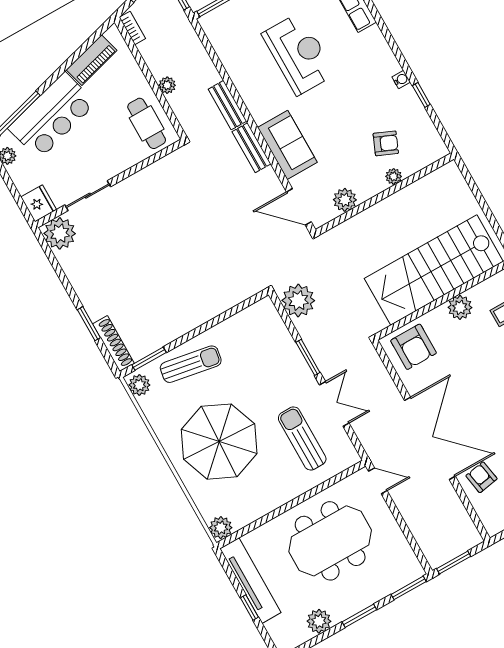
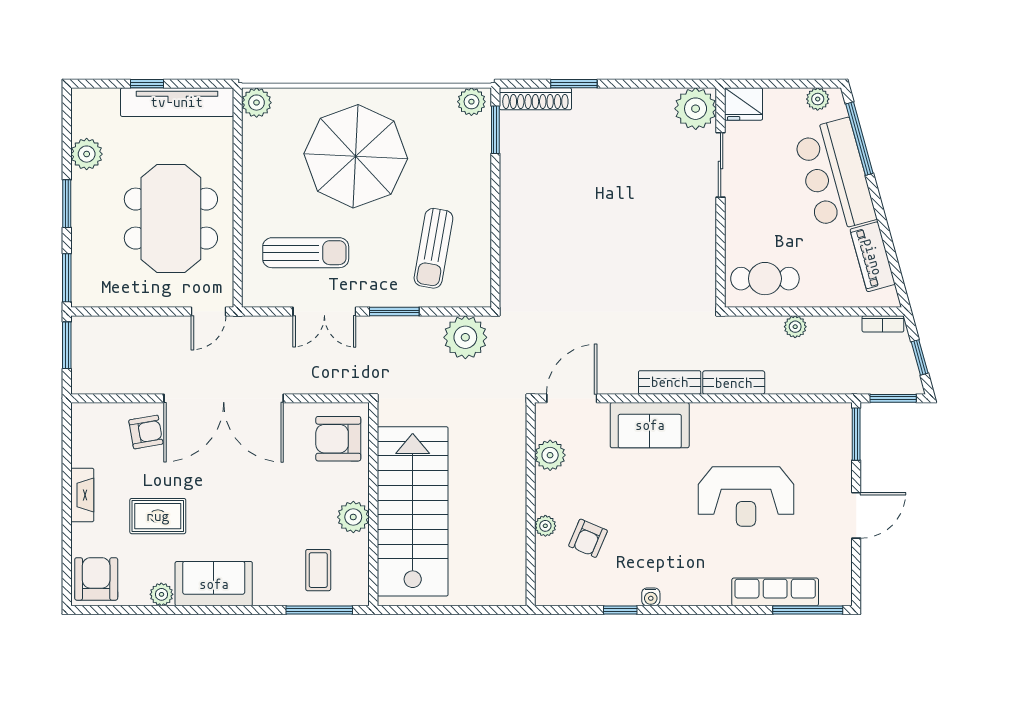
sun lounger: (191, 364) -> (433, 248), moved

